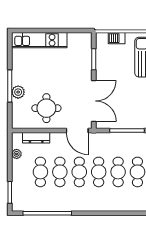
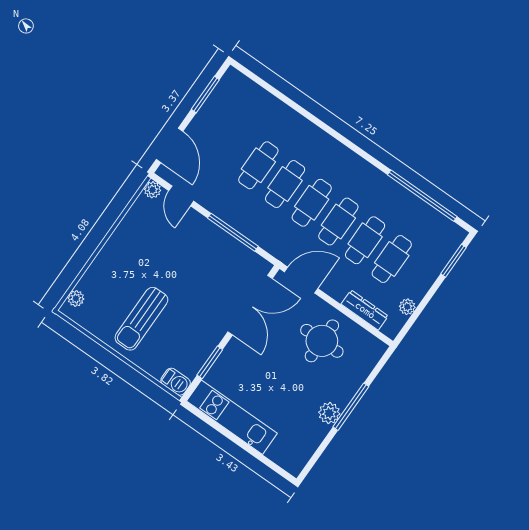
barbecue: (117, 38) -> (176, 382), moved
kitchen unit: (39, 40) -> (232, 417), moved
plant: (18, 92) -> (329, 413), moved
double door: (94, 101) -> (250, 305), swing flipped
door: (77, 131) -> (301, 280), hinge flipped

